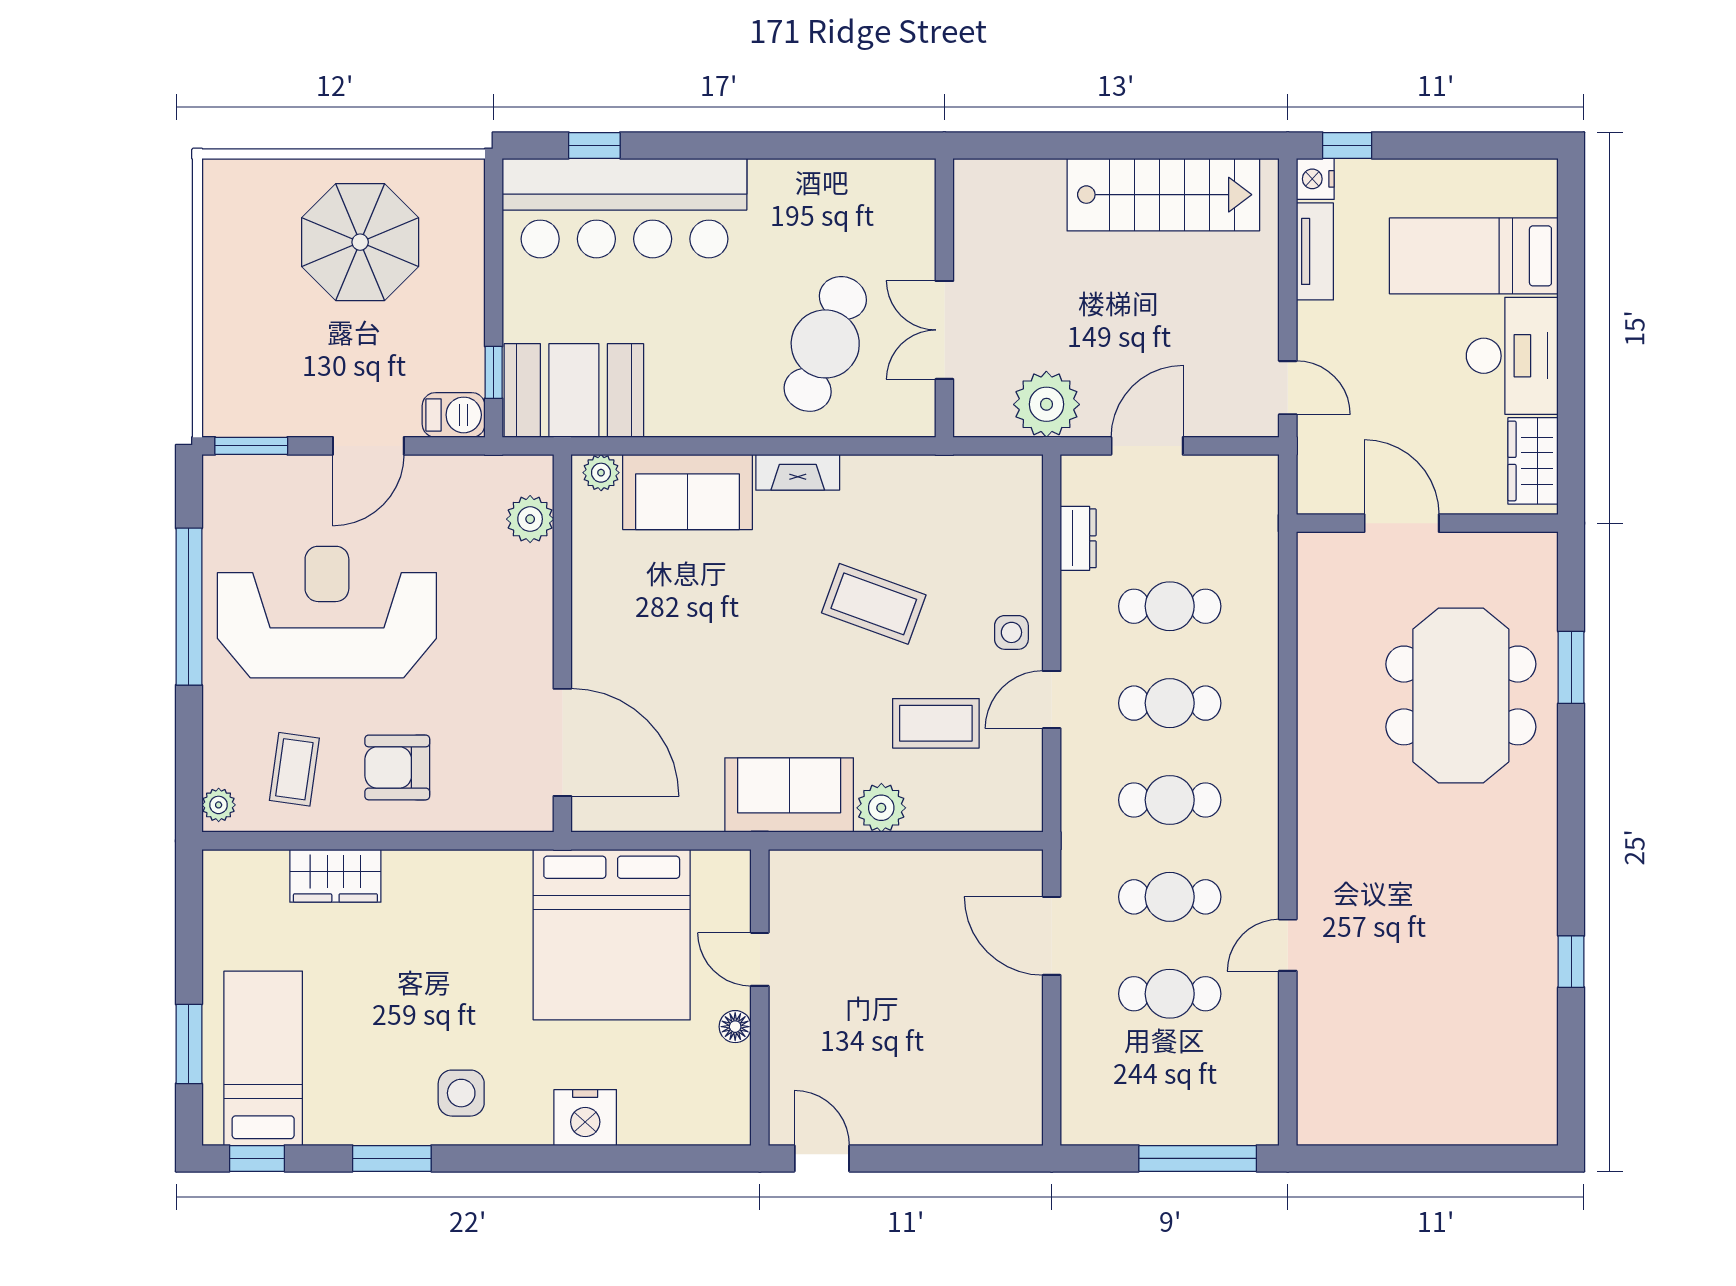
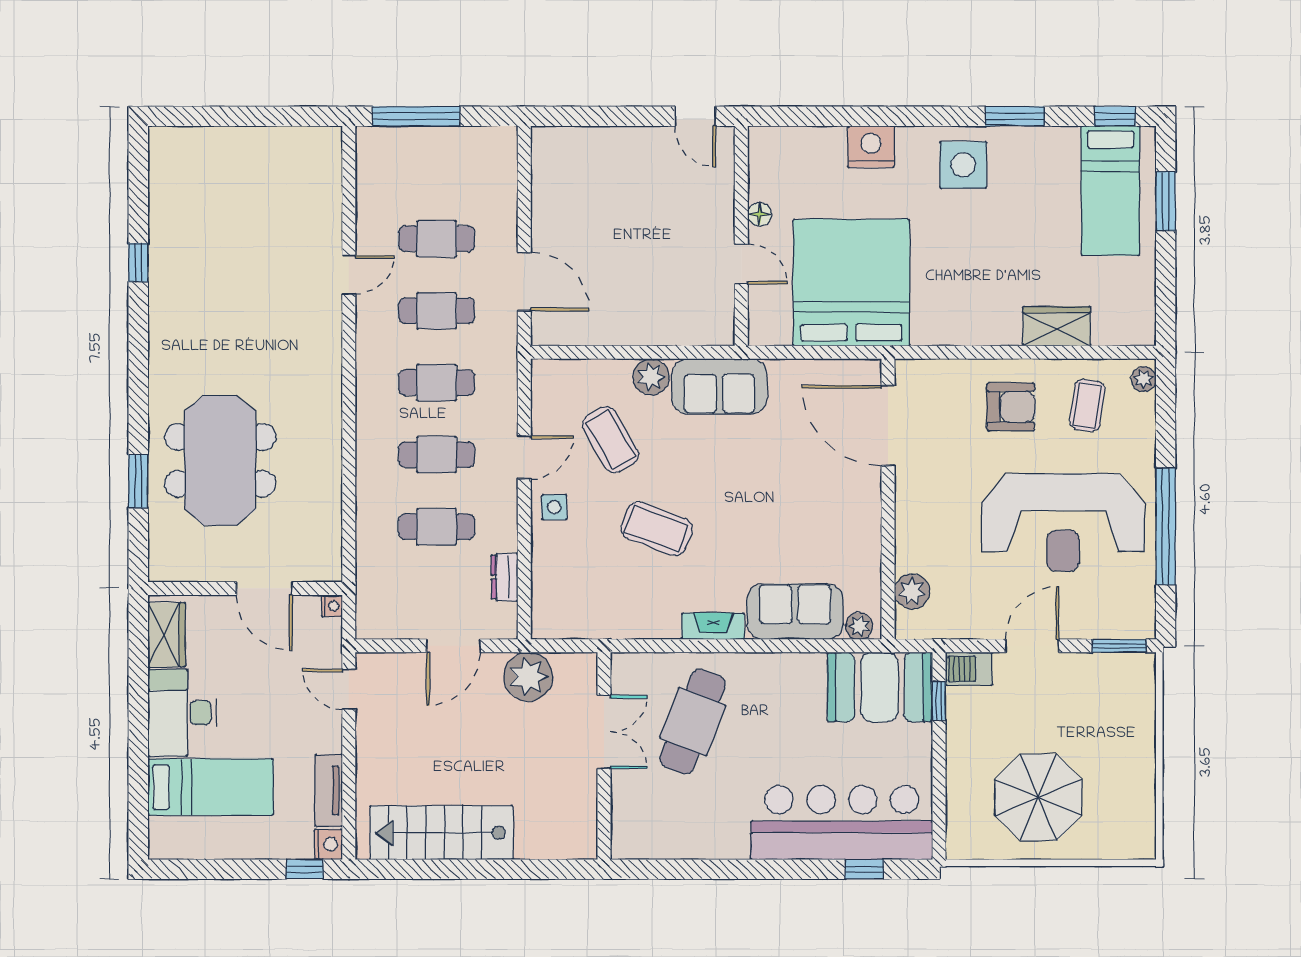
nightstand: (1310, 500) -> (332, 606), added
coffee table: (936, 723) -> (610, 440), turned 60
side table: (461, 1093) -> (963, 165), width x1.37, depth x1.37

